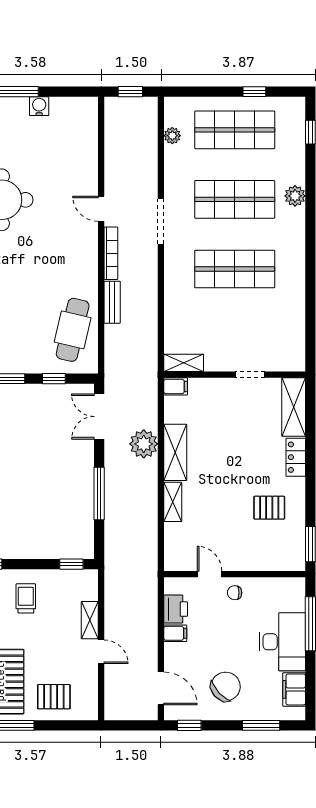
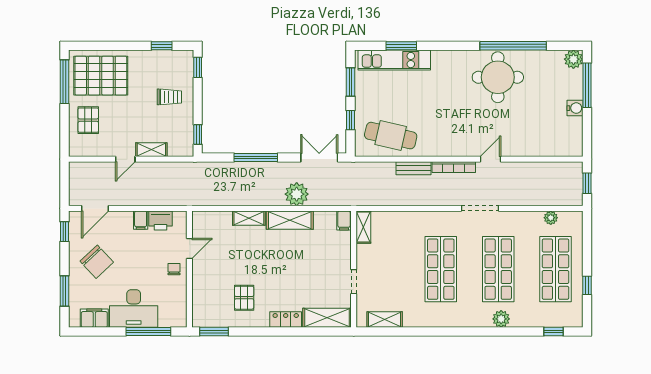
shelving: (296, 337) -> (385, 320), added

